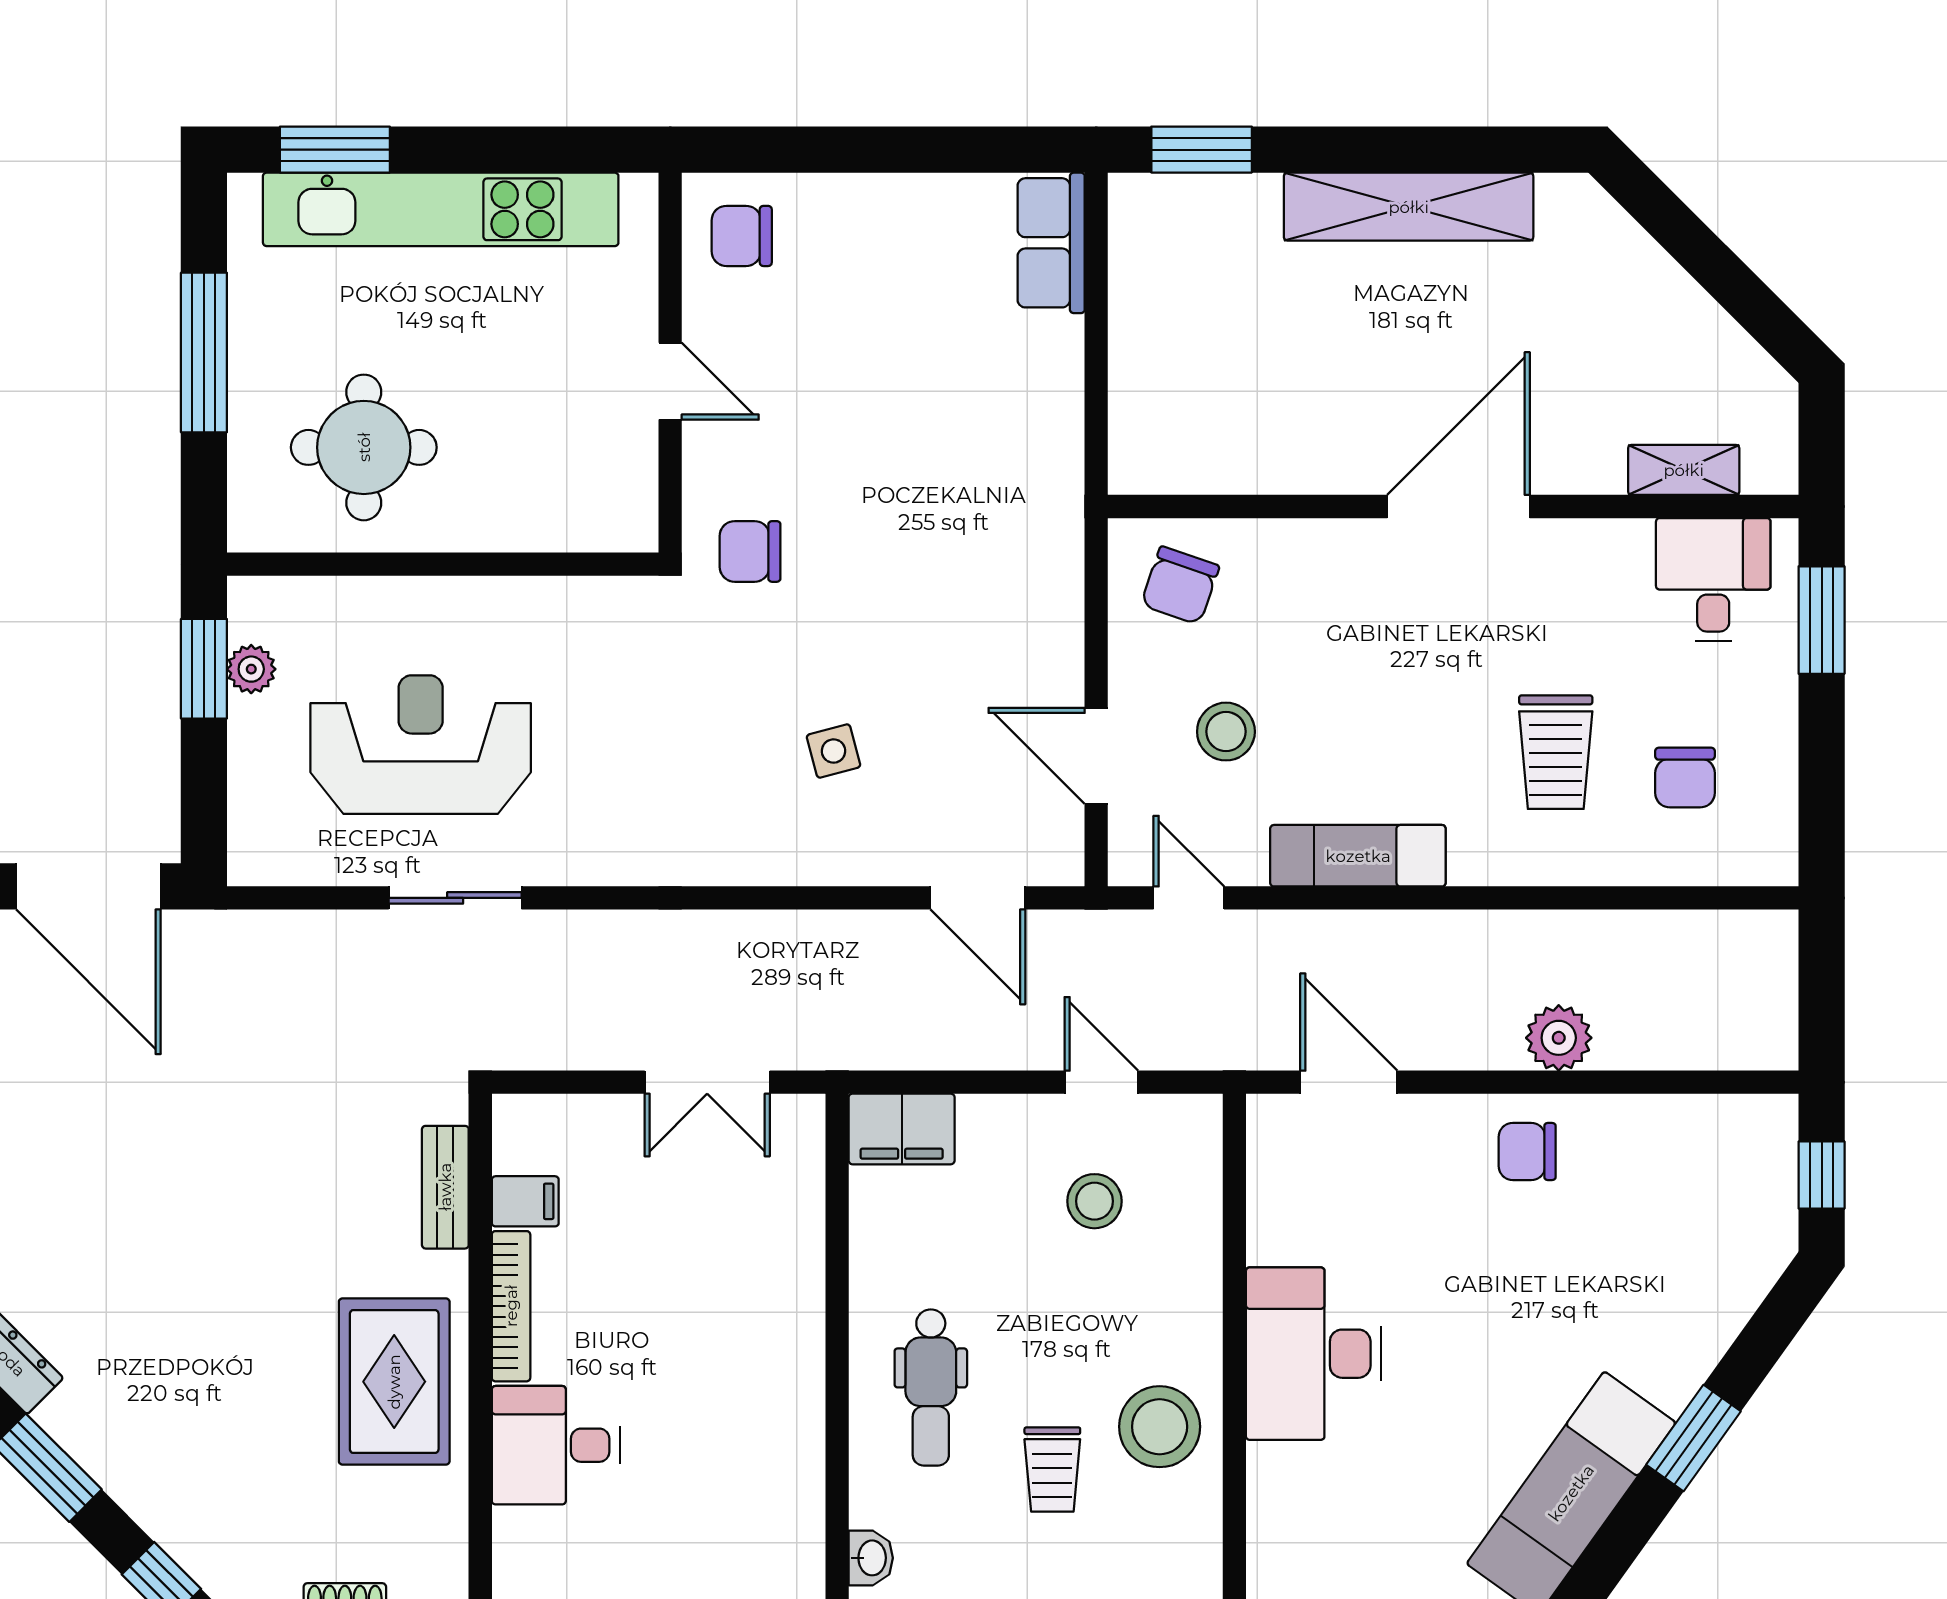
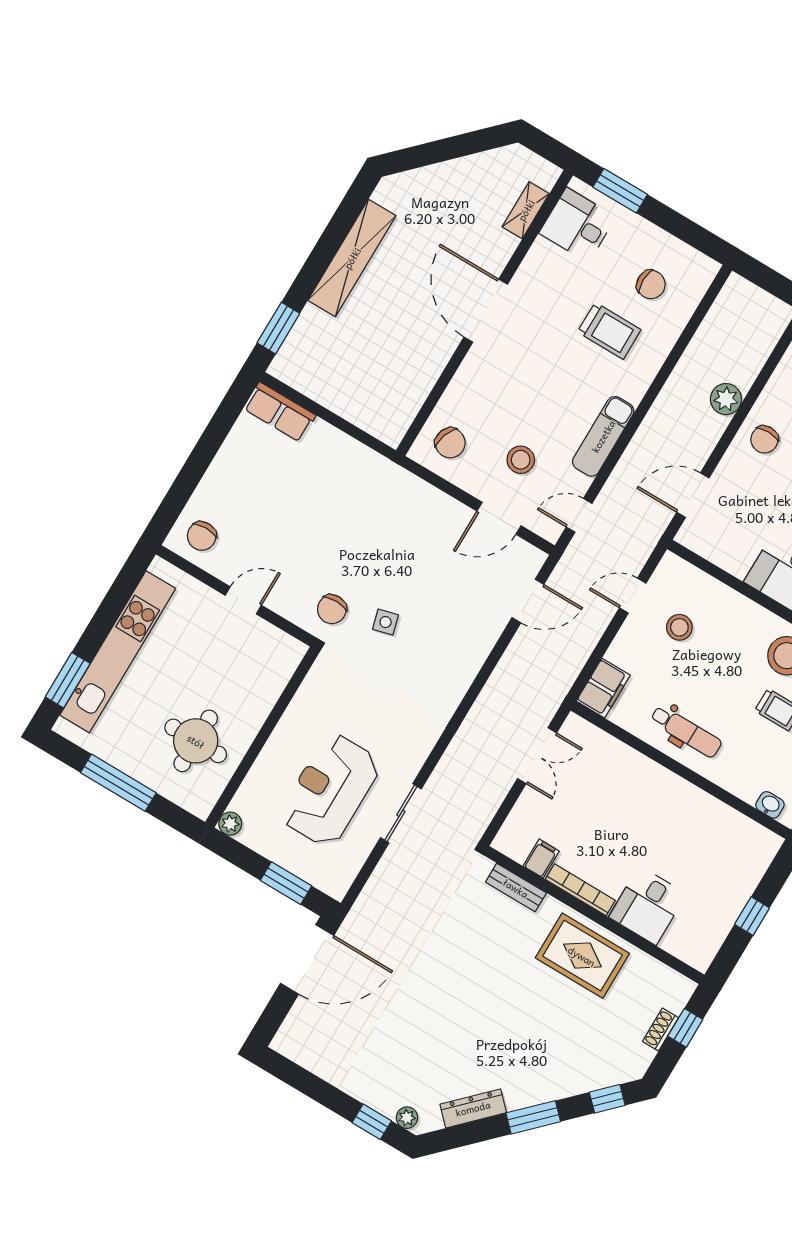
window: (204, 669) -> (286, 883), moved
plant: (251, 669) -> (230, 824), moved
side table: (834, 751) -> (386, 622), moved
dental chair: (931, 1387) -> (686, 731), moved

